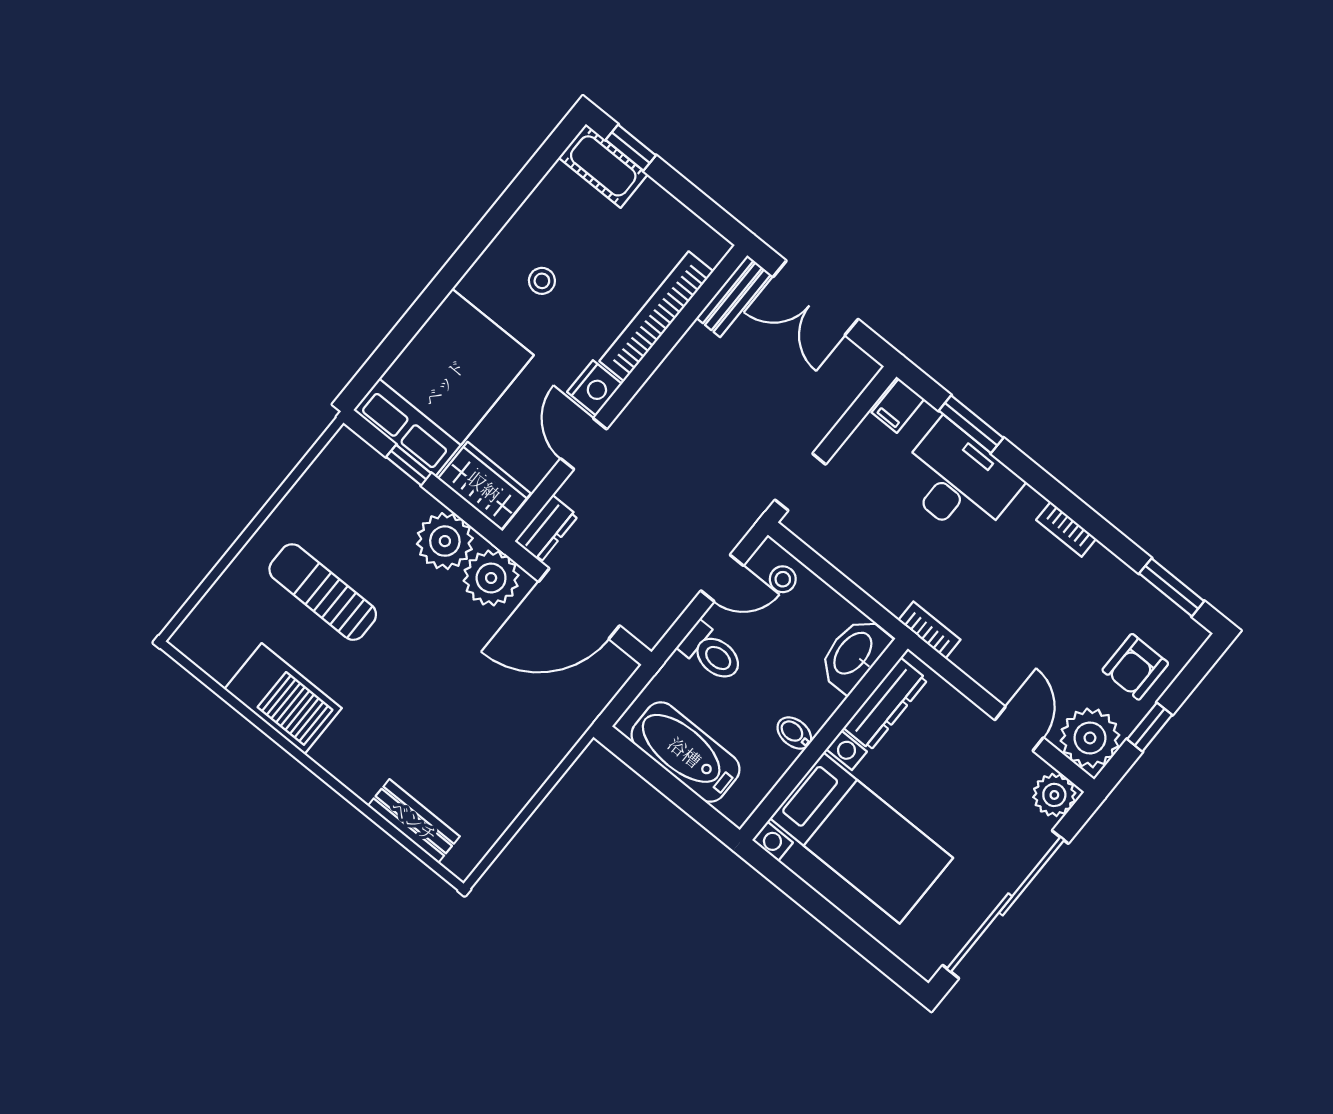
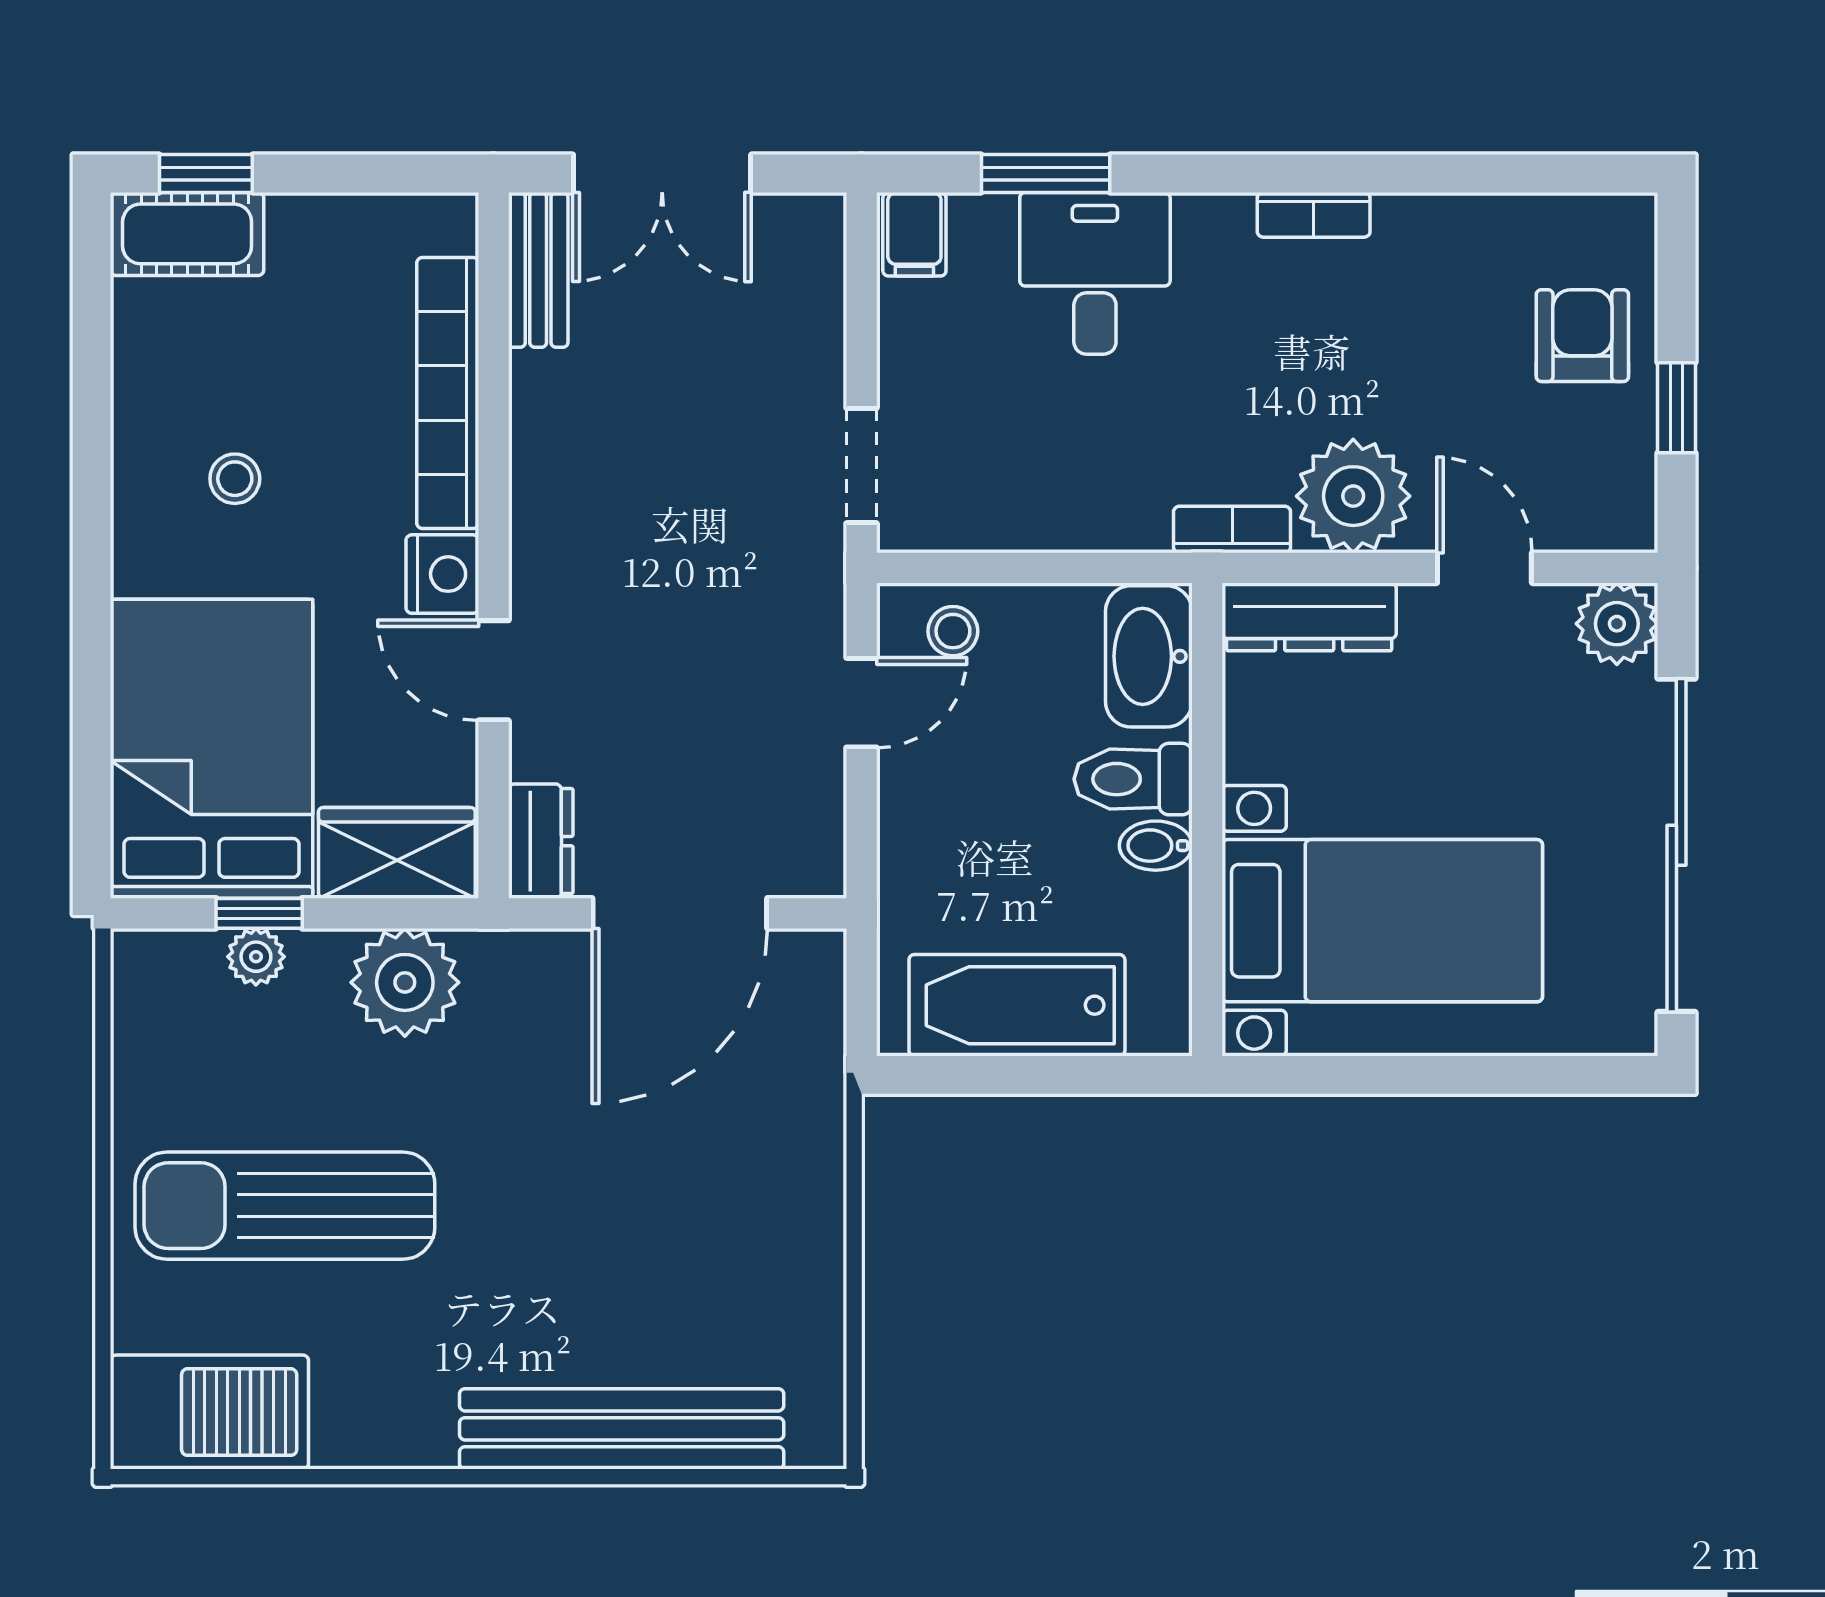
desk: (958, 481) -> (1095, 273), width x0.73
plant: (491, 578) -> (256, 957), moved, width x0.53, depth x0.53
window: (1172, 587) -> (1540, 174), removed
sun lounger: (323, 592) -> (285, 1206), width x1.36, depth x1.34
toilet: (711, 653) -> (1133, 779), moved, turned 180
armchair: (1135, 667) -> (1582, 336), turned 180
barbecue: (283, 699) -> (209, 1412), moved
dresser: (886, 704) -> (1309, 617), moved, turned 90
plant: (1090, 738) -> (1353, 496), moved
bench: (414, 821) -> (622, 1429), width x1.86, depth x1.21

